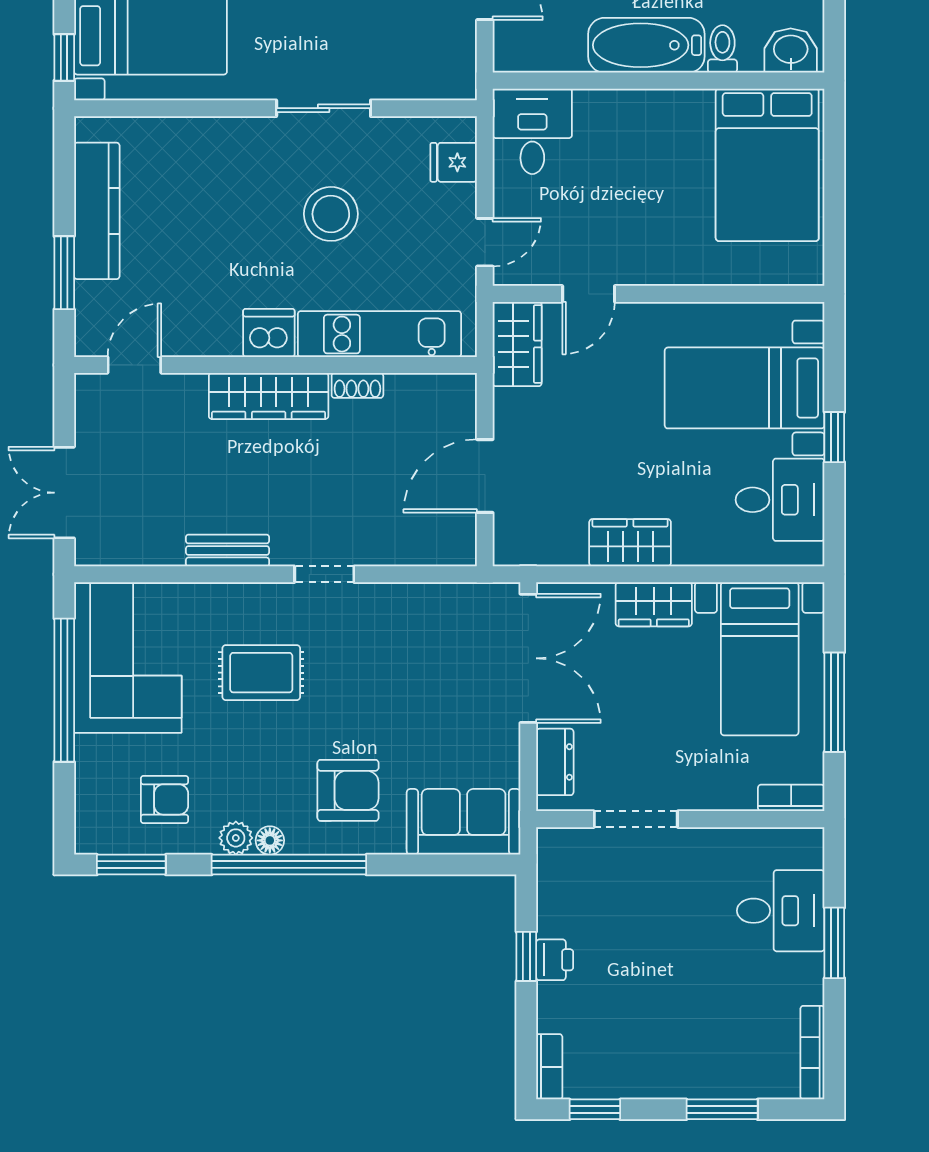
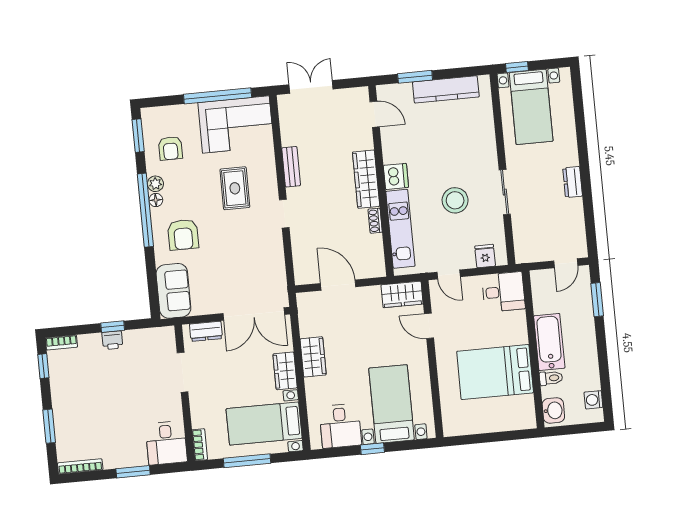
bed: (767, 165) -> (495, 372), moved
desk: (781, 911) -> (166, 443), moved

